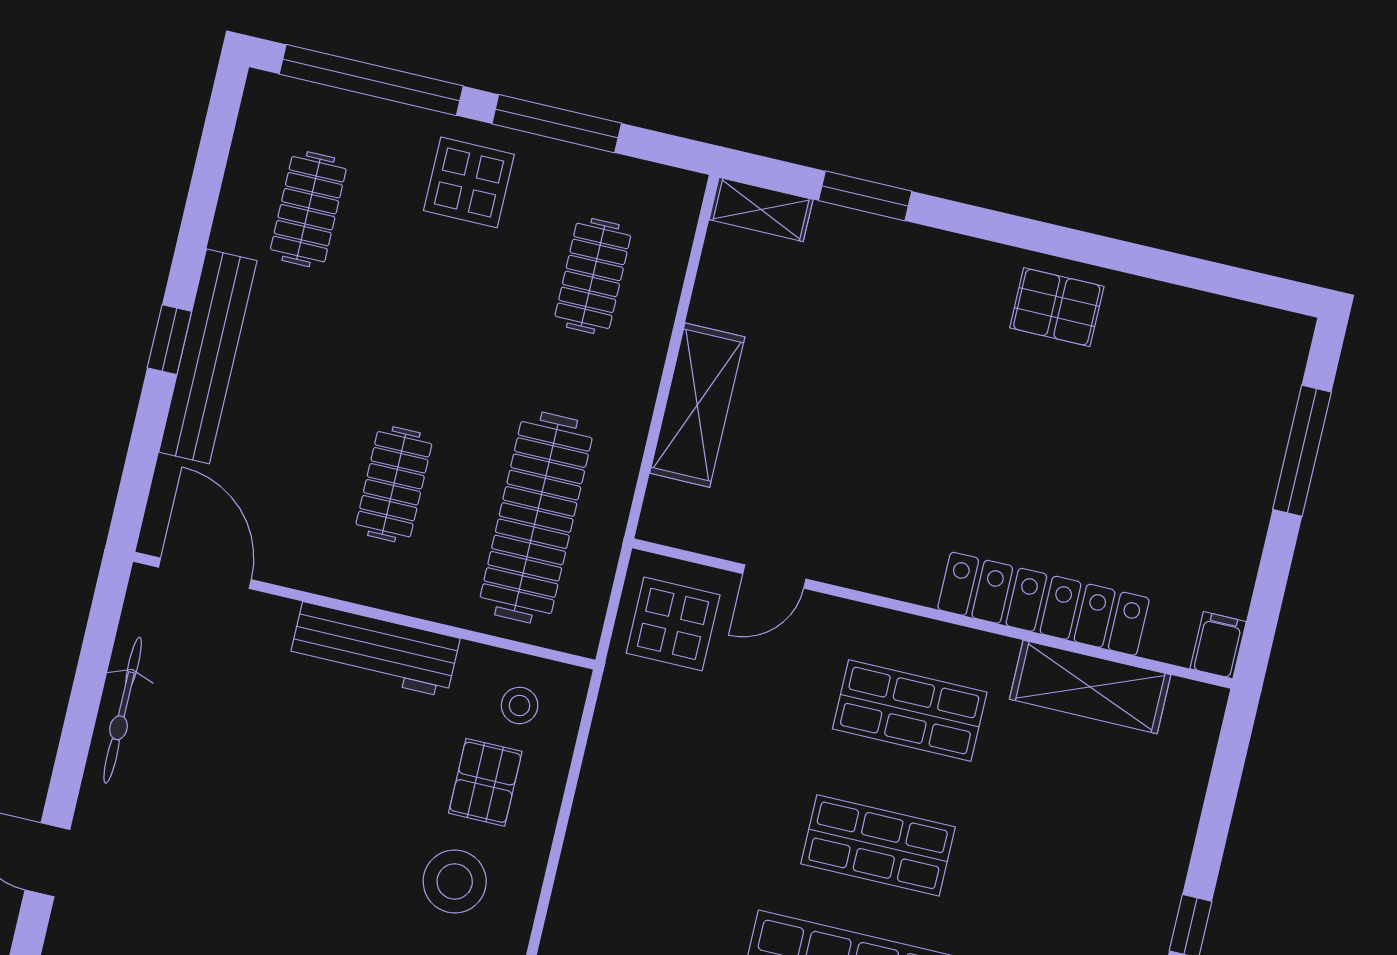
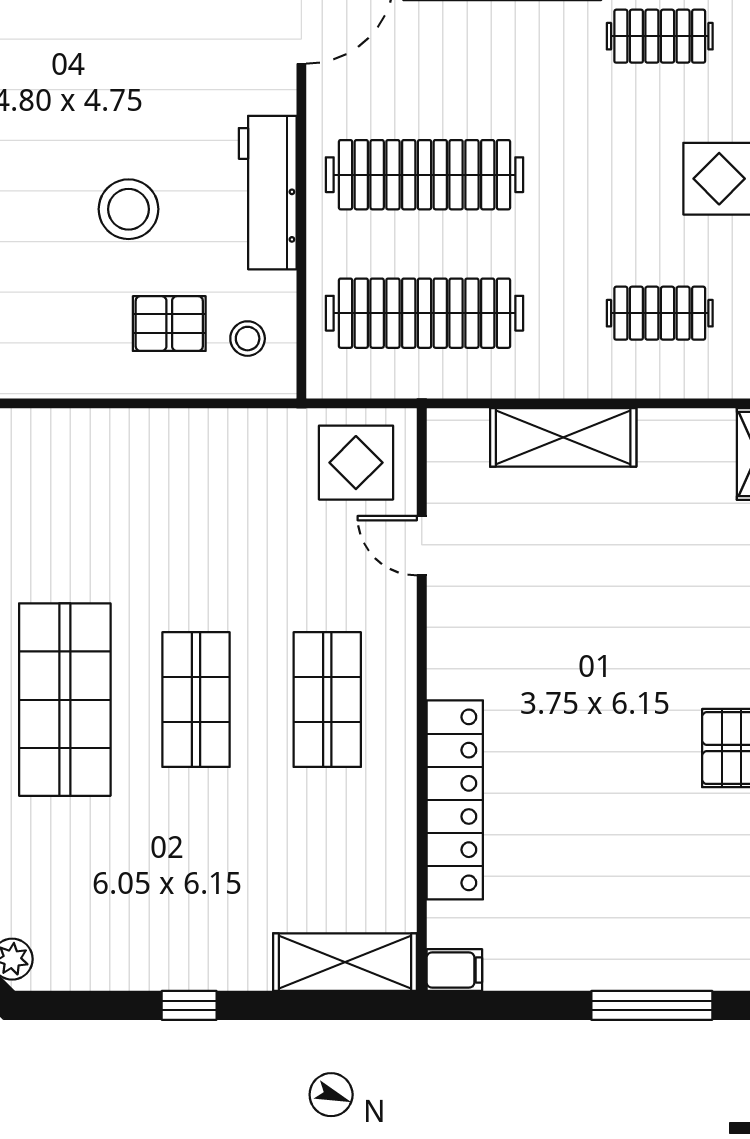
clothes rail: (394, 484) -> (425, 175), width x1.86, depth x1.31
shelving: (1090, 687) -> (345, 962), moved, turned 90
stool: (455, 881) -> (128, 209), moved

